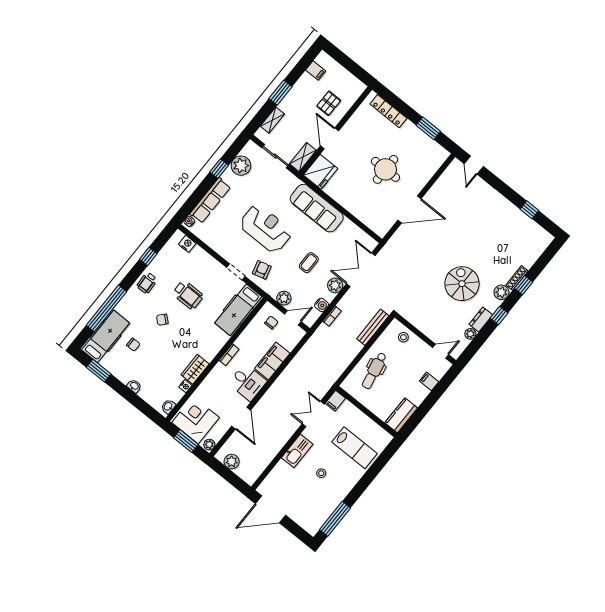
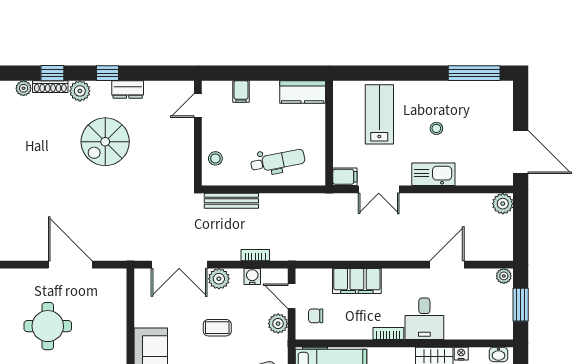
plant: (470, 334) -> (24, 88), moved
door: (441, 351) -> (198, 106), hinge flipped
desk: (248, 382) -> (424, 319), moved, turned 180
corner desk: (196, 420) -> (489, 313), removed
plant: (232, 462) -> (503, 204), moved

